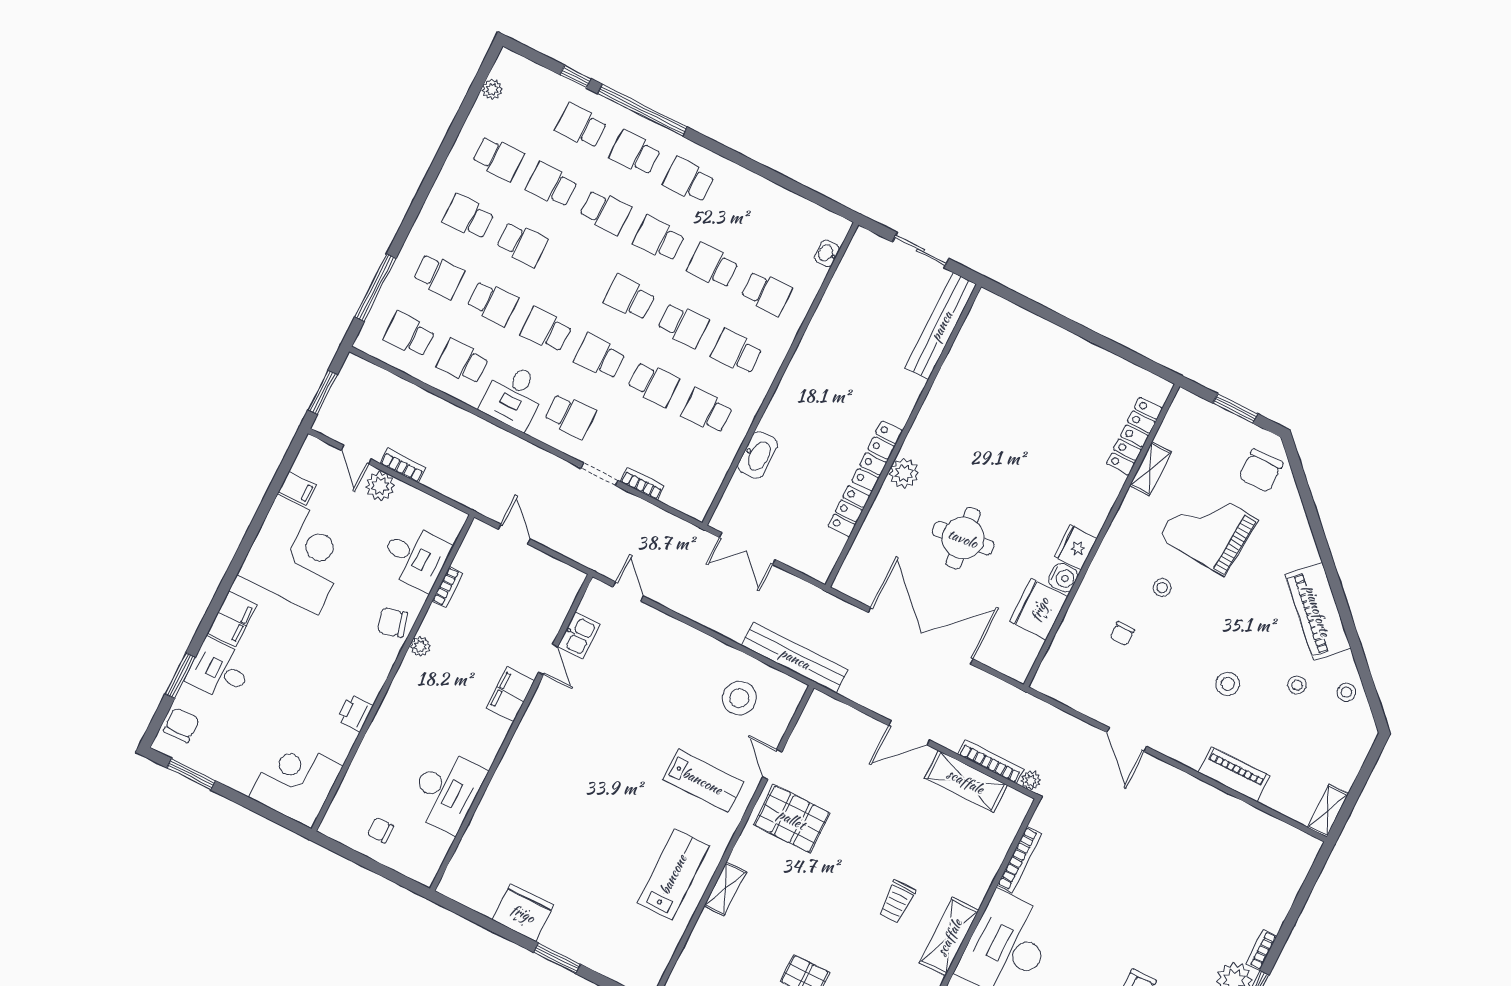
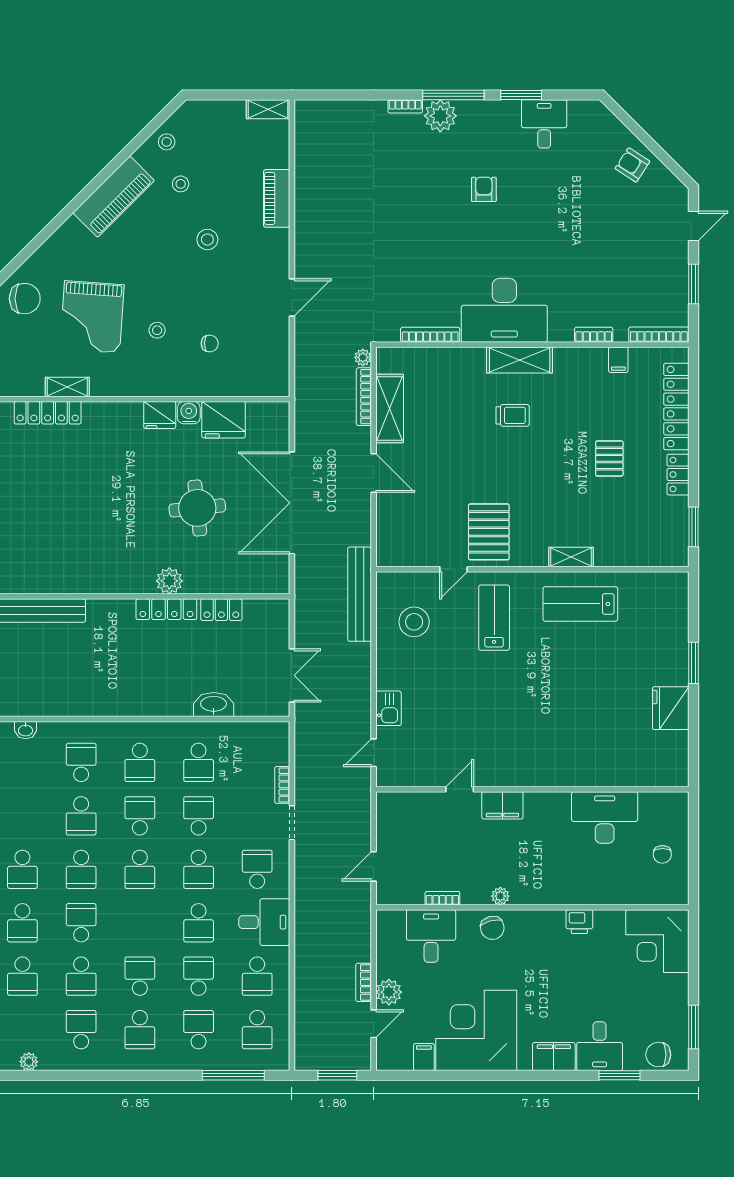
kitchen sink: (579, 635) -> (388, 708), moved, turned 90

